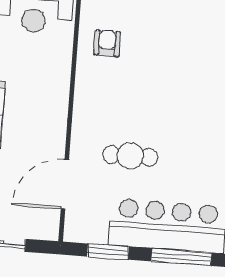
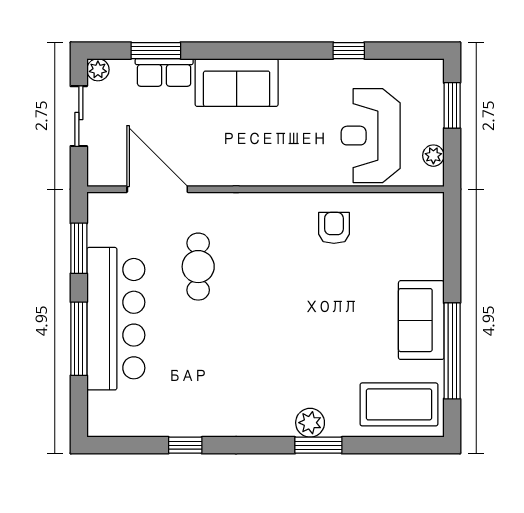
armchair: (107, 43) -> (334, 228), turned -90

